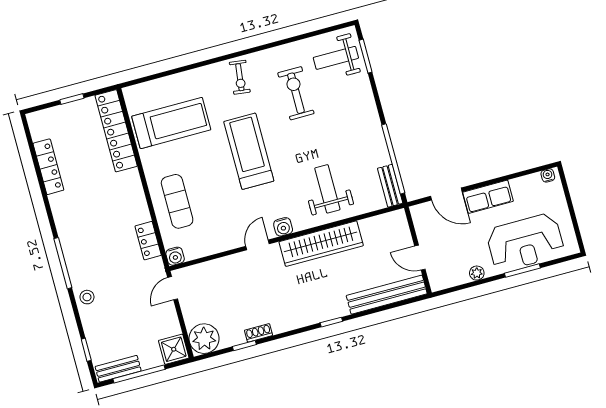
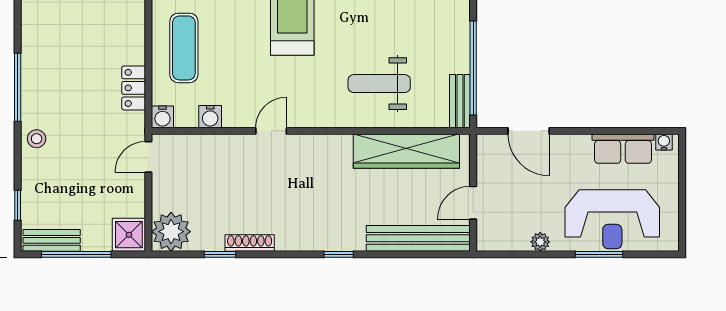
weight bench: (327, 189) -> (379, 84), turned -90
row of seats: (488, 197) -> (623, 149), moved
water cooler: (283, 227) -> (210, 117), moved
wardrobe: (321, 244) -> (406, 151), moved
door: (420, 258) -> (473, 203), hinge flipped
shoe rack: (258, 333) -> (250, 243), width x1.43

